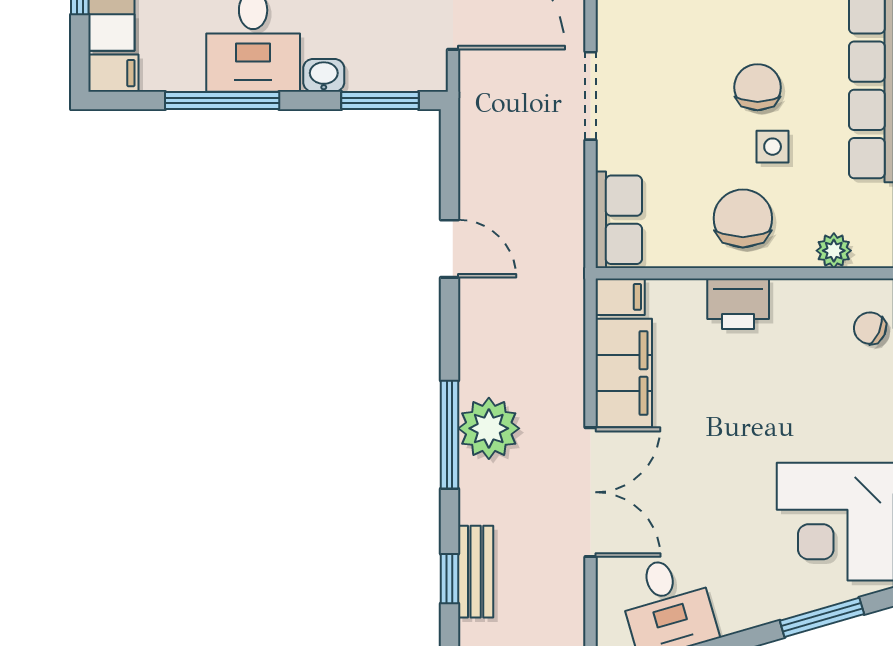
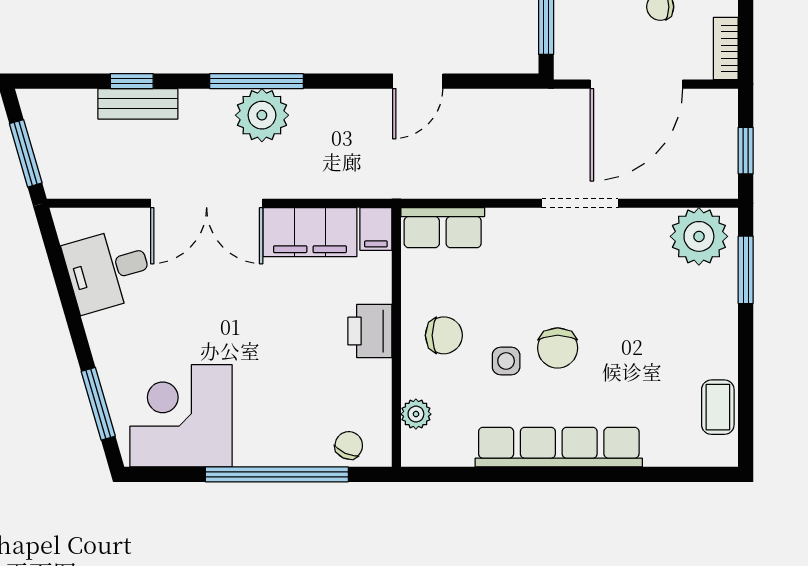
chair: (758, 87) -> (558, 348), turned 90
doorway: (590, 96) -> (580, 203), moved
chair: (743, 218) -> (444, 335), width x0.73, depth x0.73

